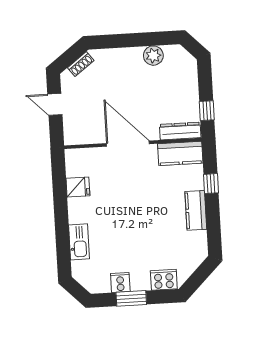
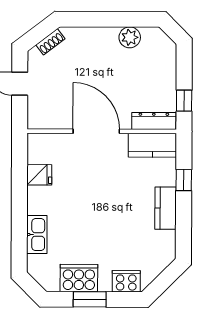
cooker: (120, 283) -> (79, 278), width x1.87, depth x1.31

